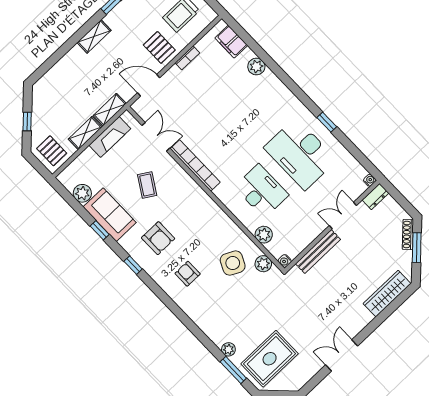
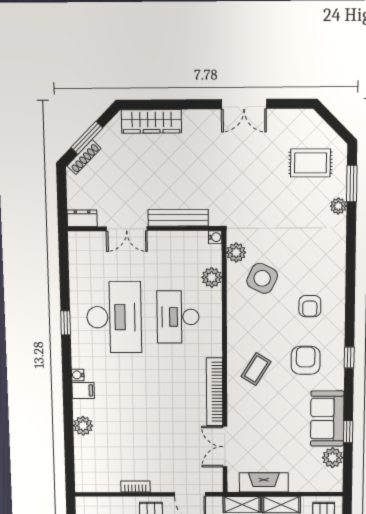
filing cabinet: (231, 42) -> (83, 390), moved, width x0.50
water cooler: (370, 180) -> (78, 375), moved
coffee table: (147, 185) -> (256, 369), moved
window: (100, 230) -> (348, 432), moved
rug: (270, 359) -> (310, 163), width x0.73, depth x0.70

